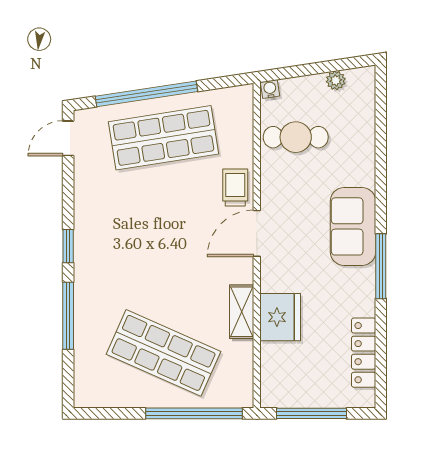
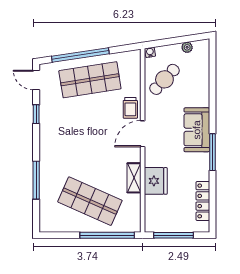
cafe table: (296, 137) -> (164, 79), turned -47
door: (68, 138) -> (36, 80), hinge flipped
trolley: (235, 188) -> (130, 108), turned 180
window: (68, 246) -> (36, 114), moved

